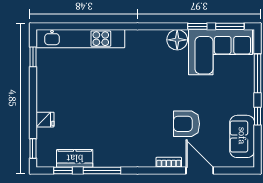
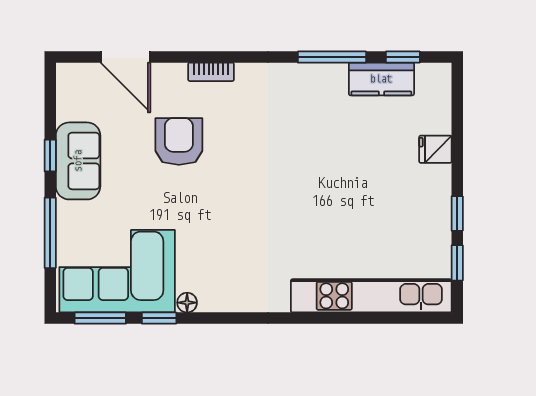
floor lamp: (177, 40) -> (187, 303), width x0.53, depth x0.53
armchair: (187, 124) -> (179, 142), turned -90
sofa: (242, 136) -> (78, 161), moved
window: (33, 148) -> (457, 213), moved
door: (200, 170) -> (125, 57), moved

